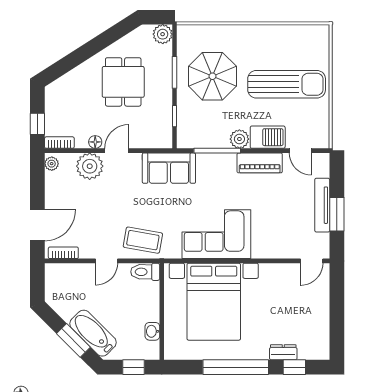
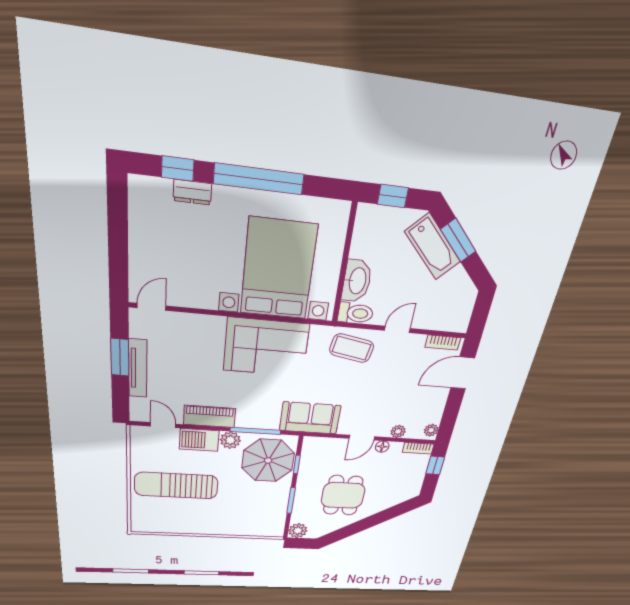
parasol: (212, 76) -> (268, 460), moved
plant: (90, 166) -> (398, 431), width x0.53, depth x0.53
washbasin: (152, 331) -> (357, 281), moved, width x1.91, depth x1.45

